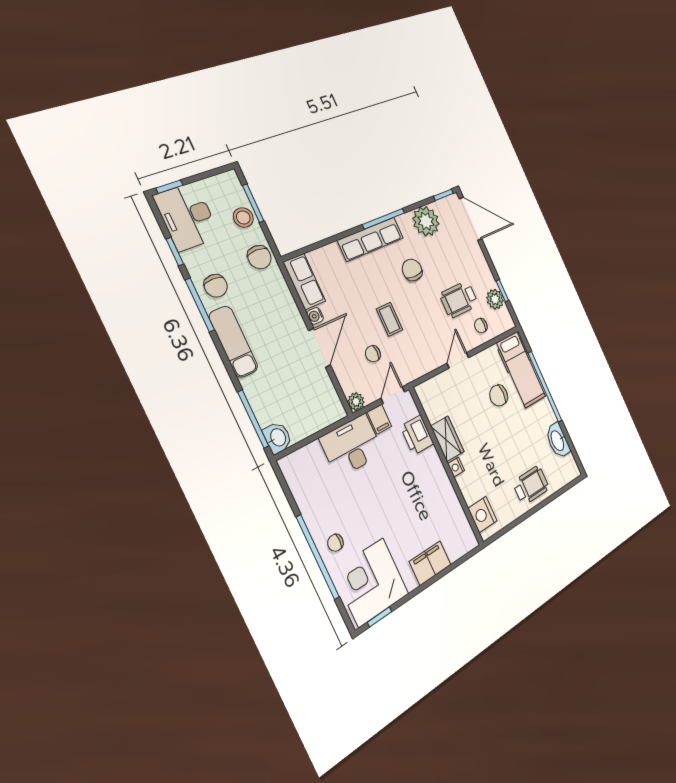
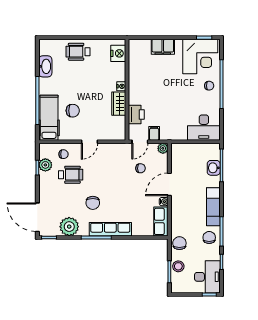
coffee table: (390, 319) -> (121, 182), removed
washbasin: (278, 438) -> (214, 168), moved
desk: (352, 446) -> (204, 128), moved

